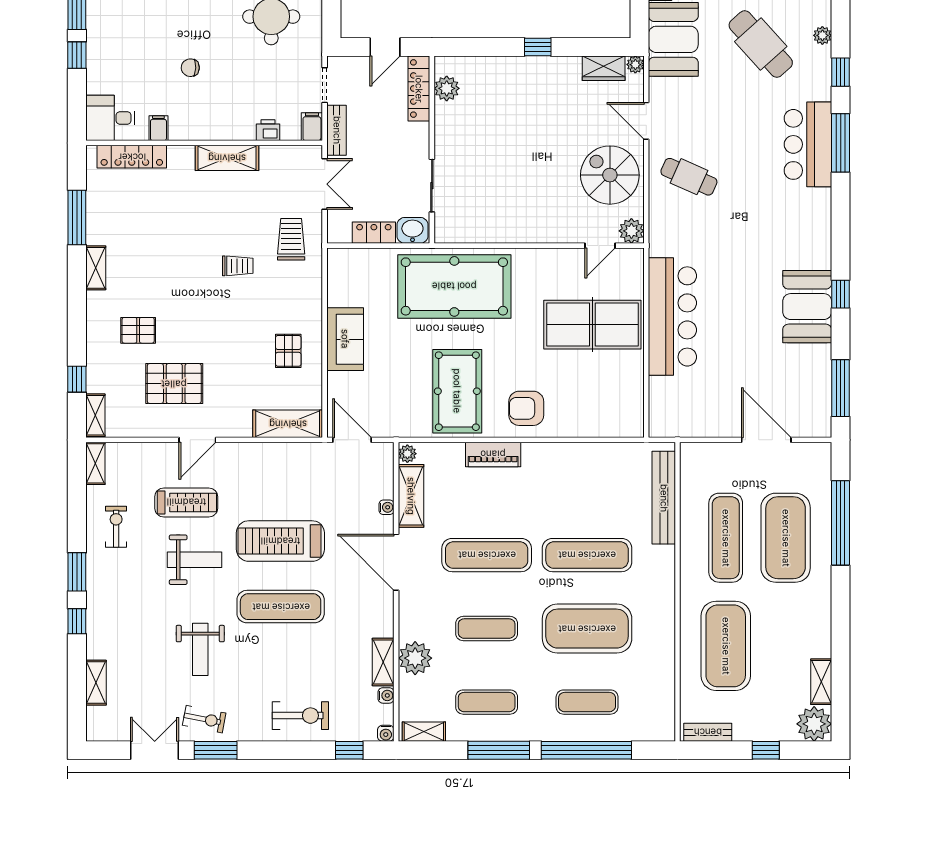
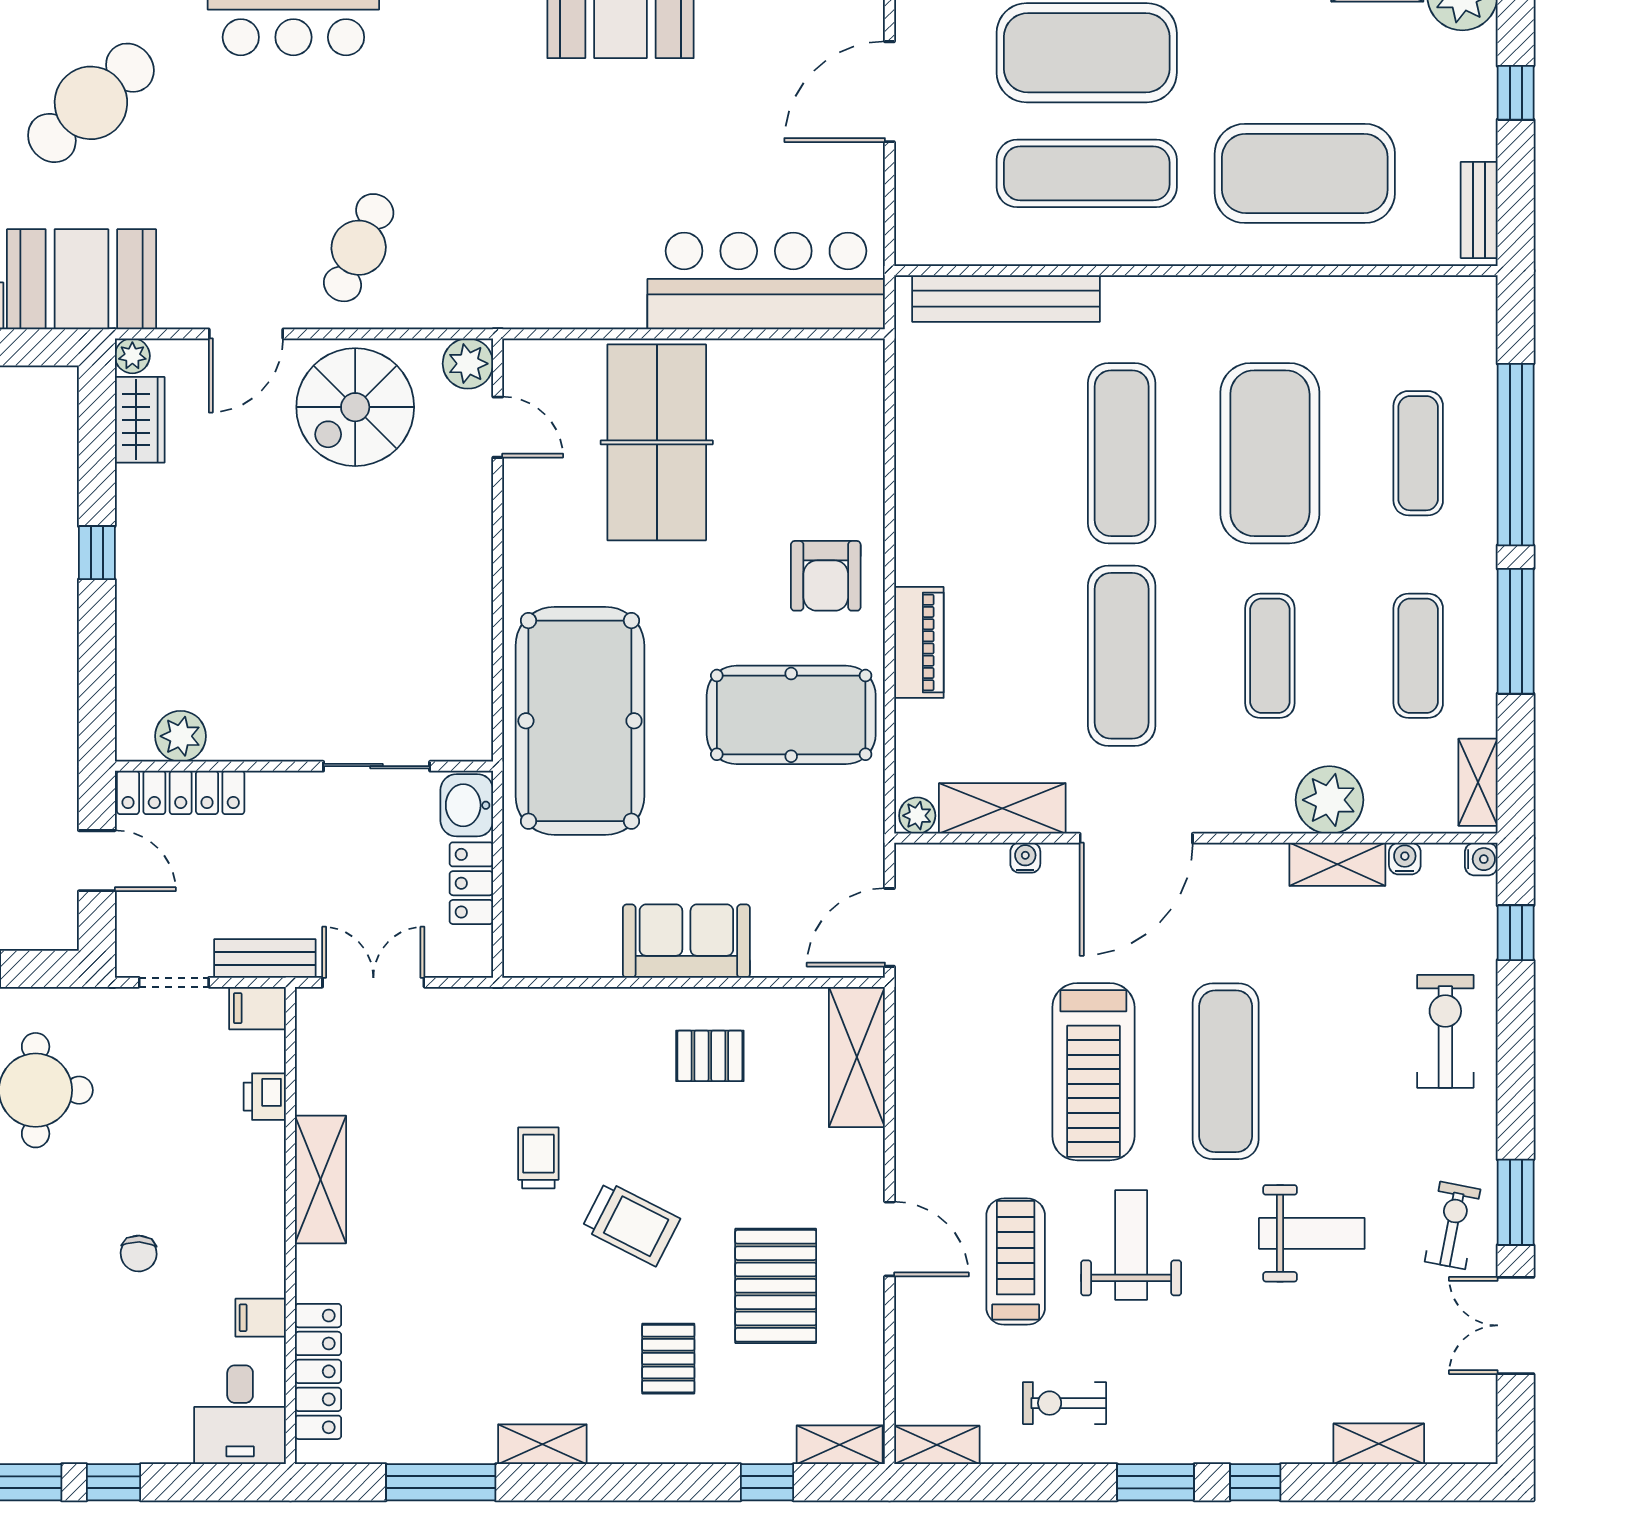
trolley: (291, 239) -> (631, 1224), moved, turned -153
bar counter: (672, 316) -> (766, 281), moved

